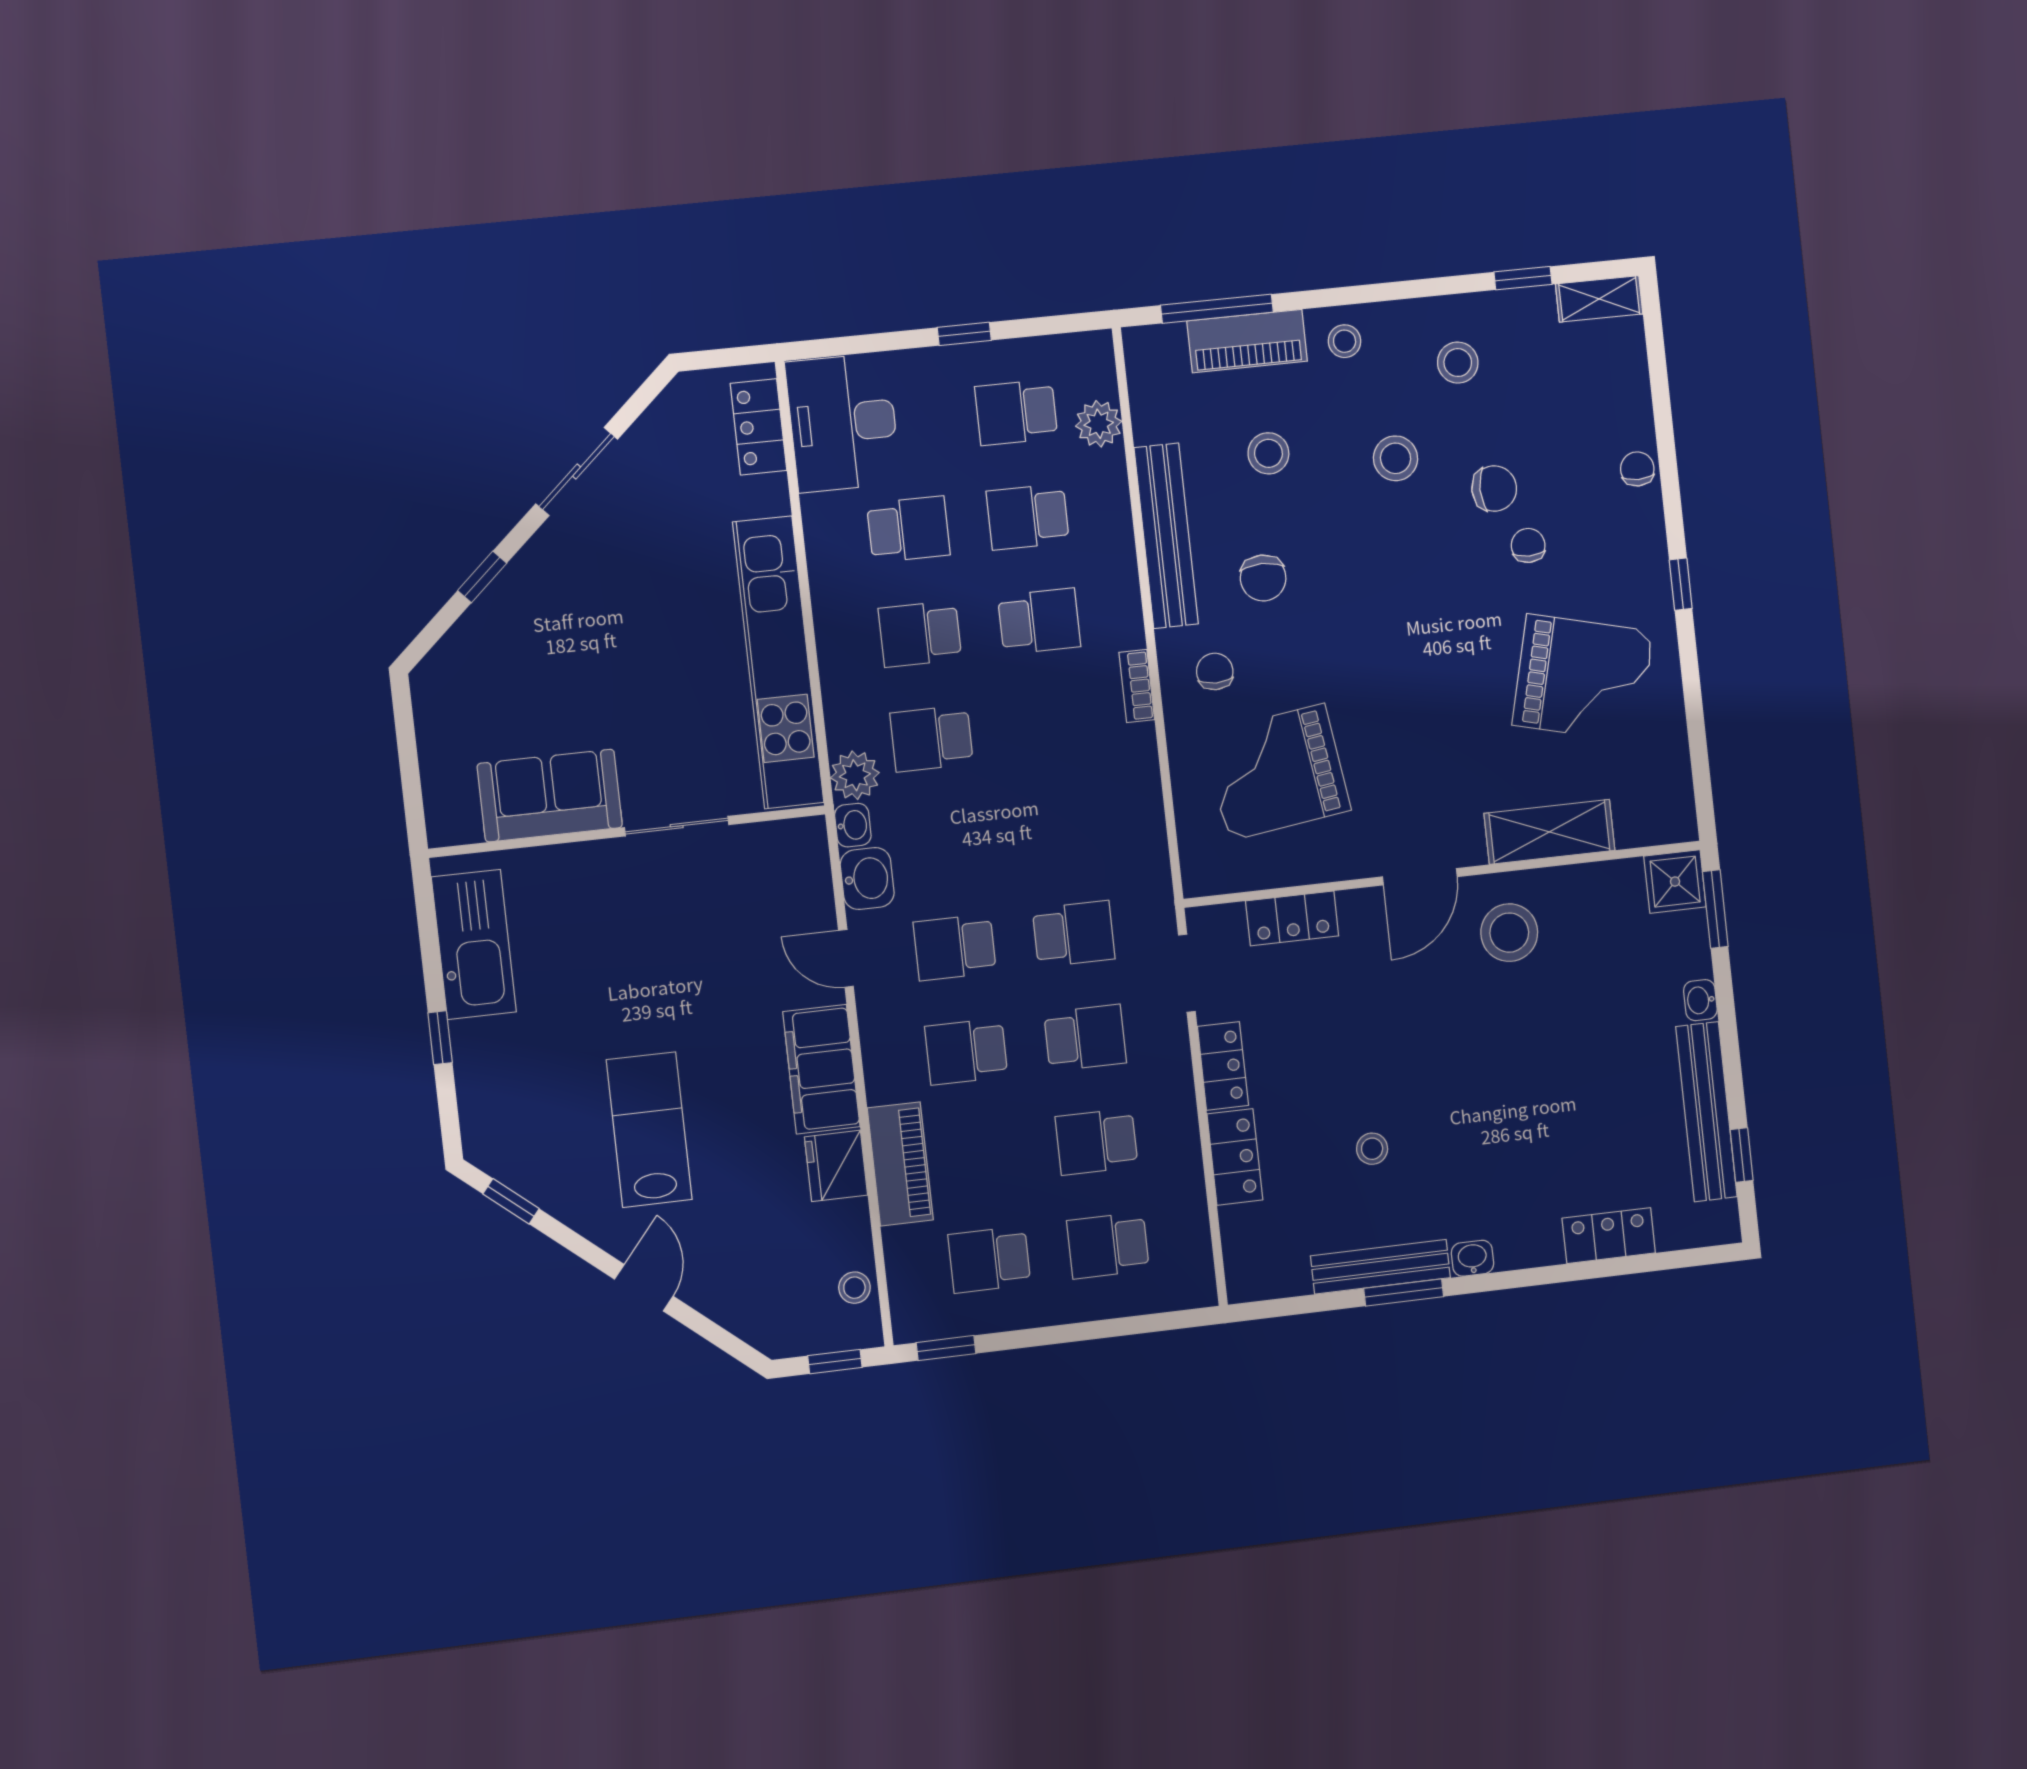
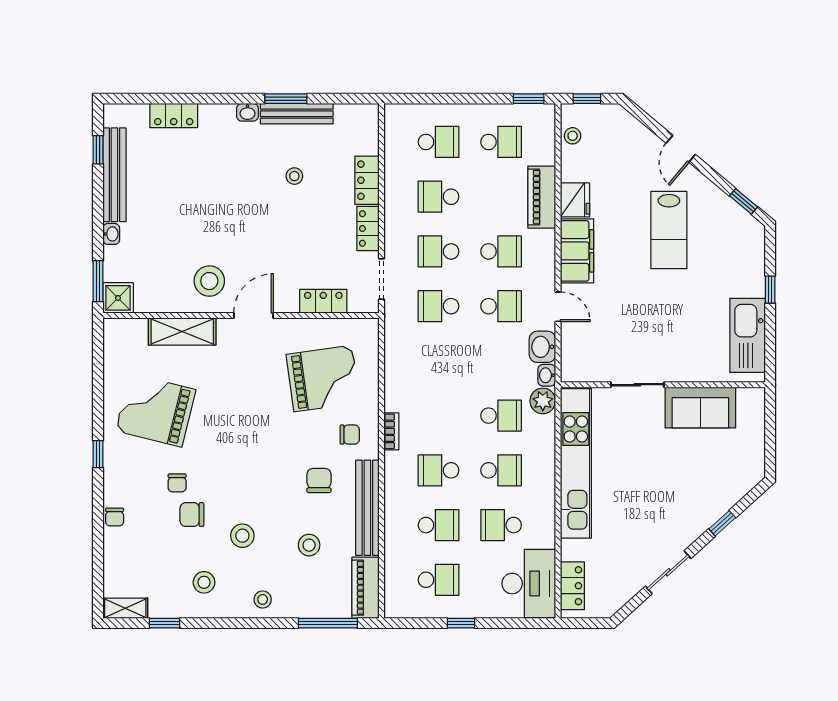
piano: (1247, 341) -> (366, 588), moved, turned -90
plant: (1099, 424) -> (396, 569), removed
chair: (1215, 671) -> (350, 435), turned -90
school desk: (1097, 1142) -> (439, 197), turned 180

